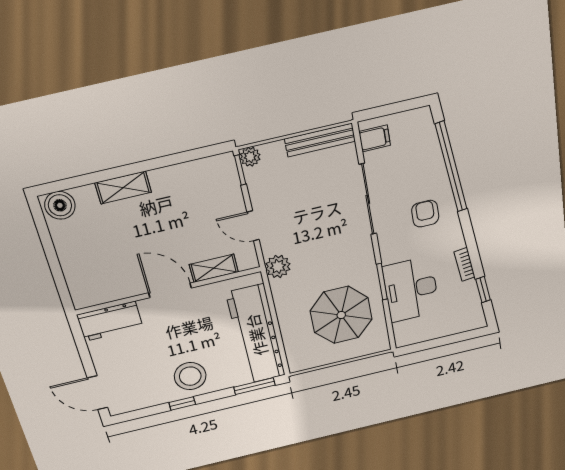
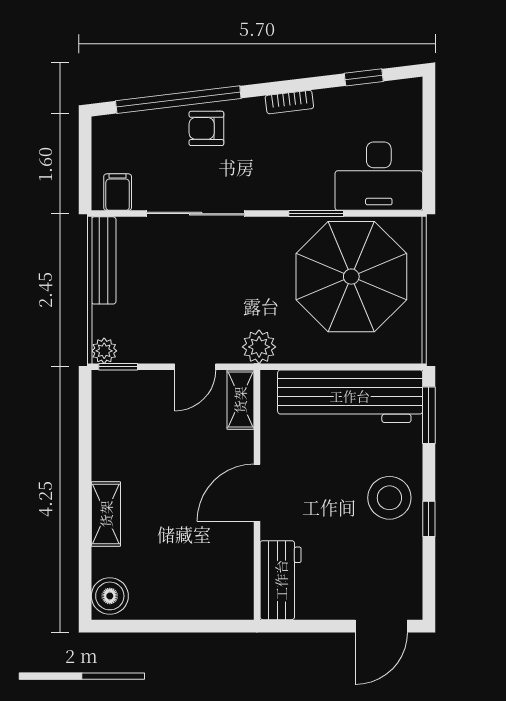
armchair: (425, 214) -> (206, 128), moved
bookcase: (465, 264) -> (289, 102), moved
shelving: (214, 268) -> (240, 400), moved
desk: (411, 289) -> (379, 176), moved
parasol: (341, 315) -> (351, 277), width x1.36, depth x1.36

